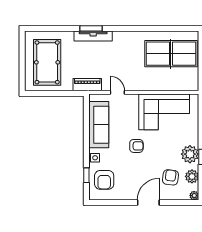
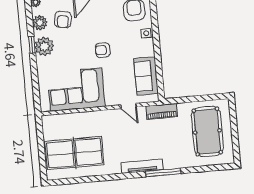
window: (91, 28) -> (163, 172), width x1.44
tv unit: (93, 36) -> (142, 166), moved
sofa: (99, 125) -> (146, 76), width x0.73
window: (86, 175) -> (154, 14), removed

